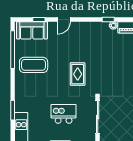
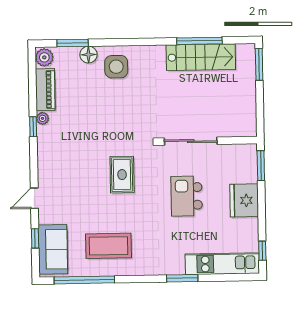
door: (64, 19) -> (34, 198), swing flipped
coffee table: (34, 65) -> (109, 246), turned 90
rug: (78, 74) -> (122, 175), turned 90

